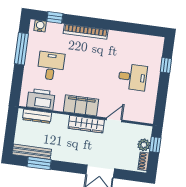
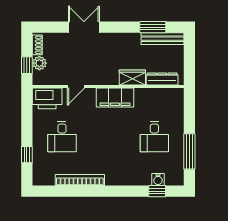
water cooler: (40, 26) -> (158, 179), moved
bookcase: (86, 32) -> (80, 180), moved
desk: (133, 77) -> (62, 137), turned -90
printer: (41, 99) -> (47, 98), moved
wardrobe: (86, 124) -> (132, 77), moved, width x0.67

